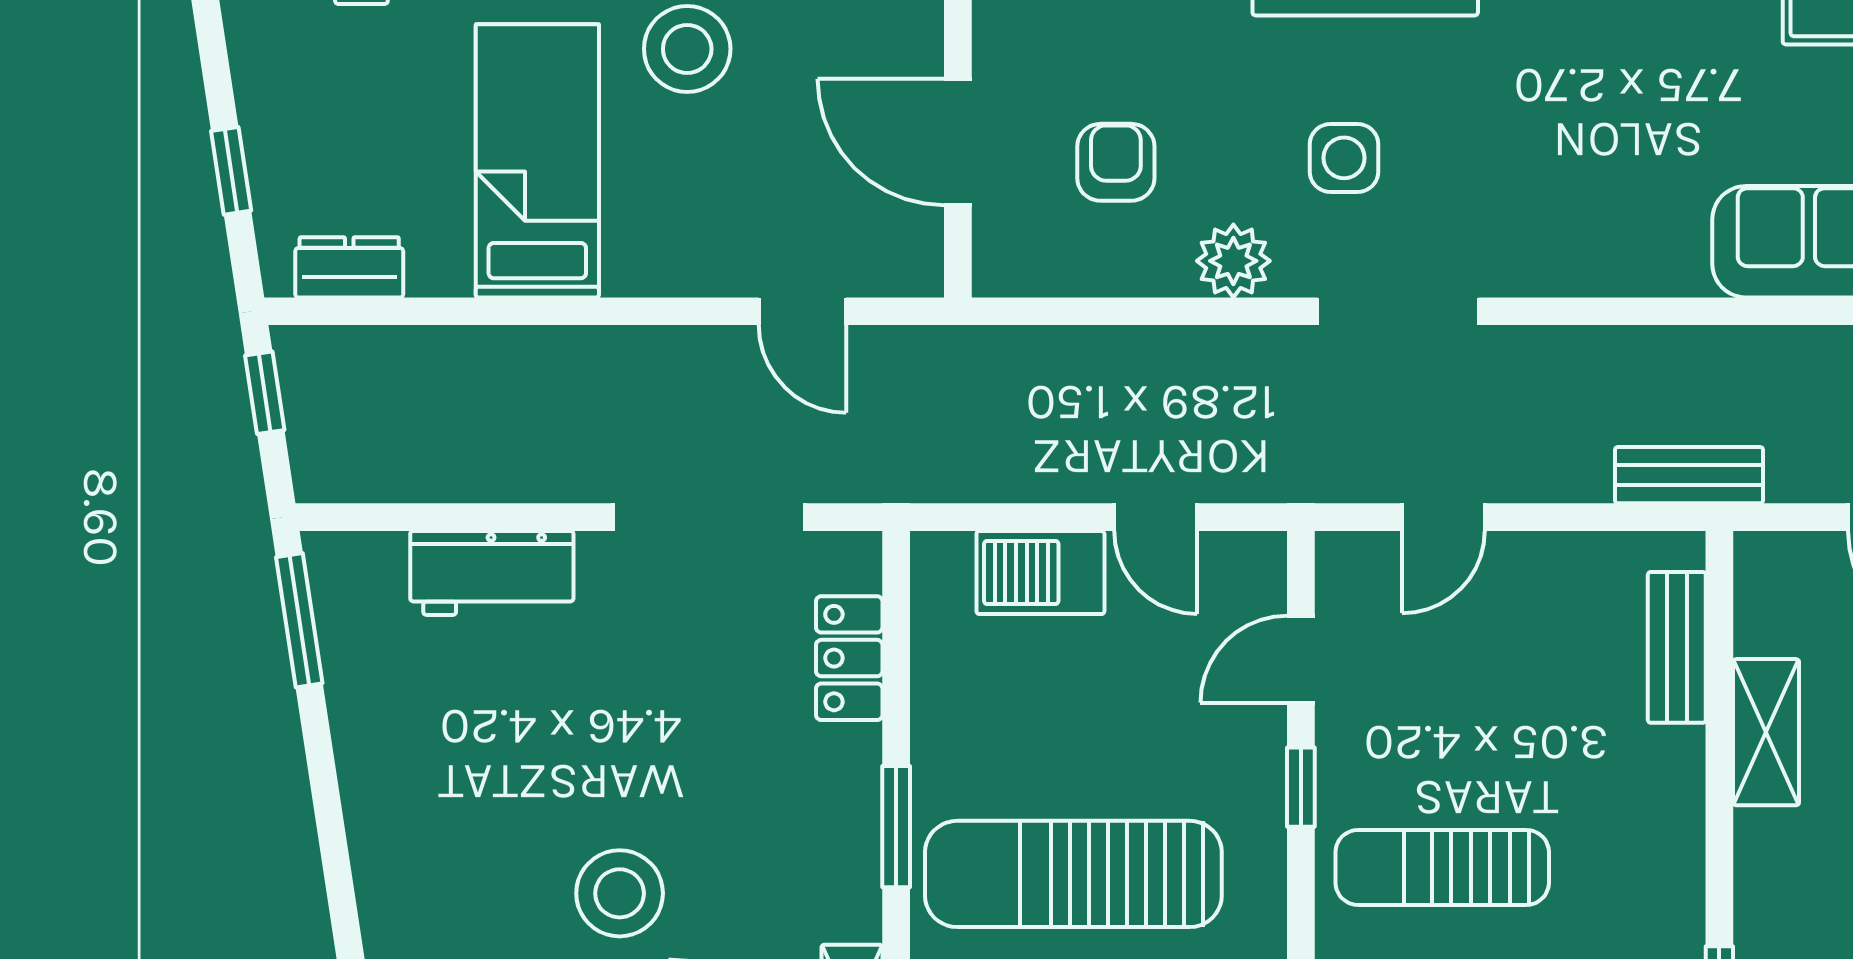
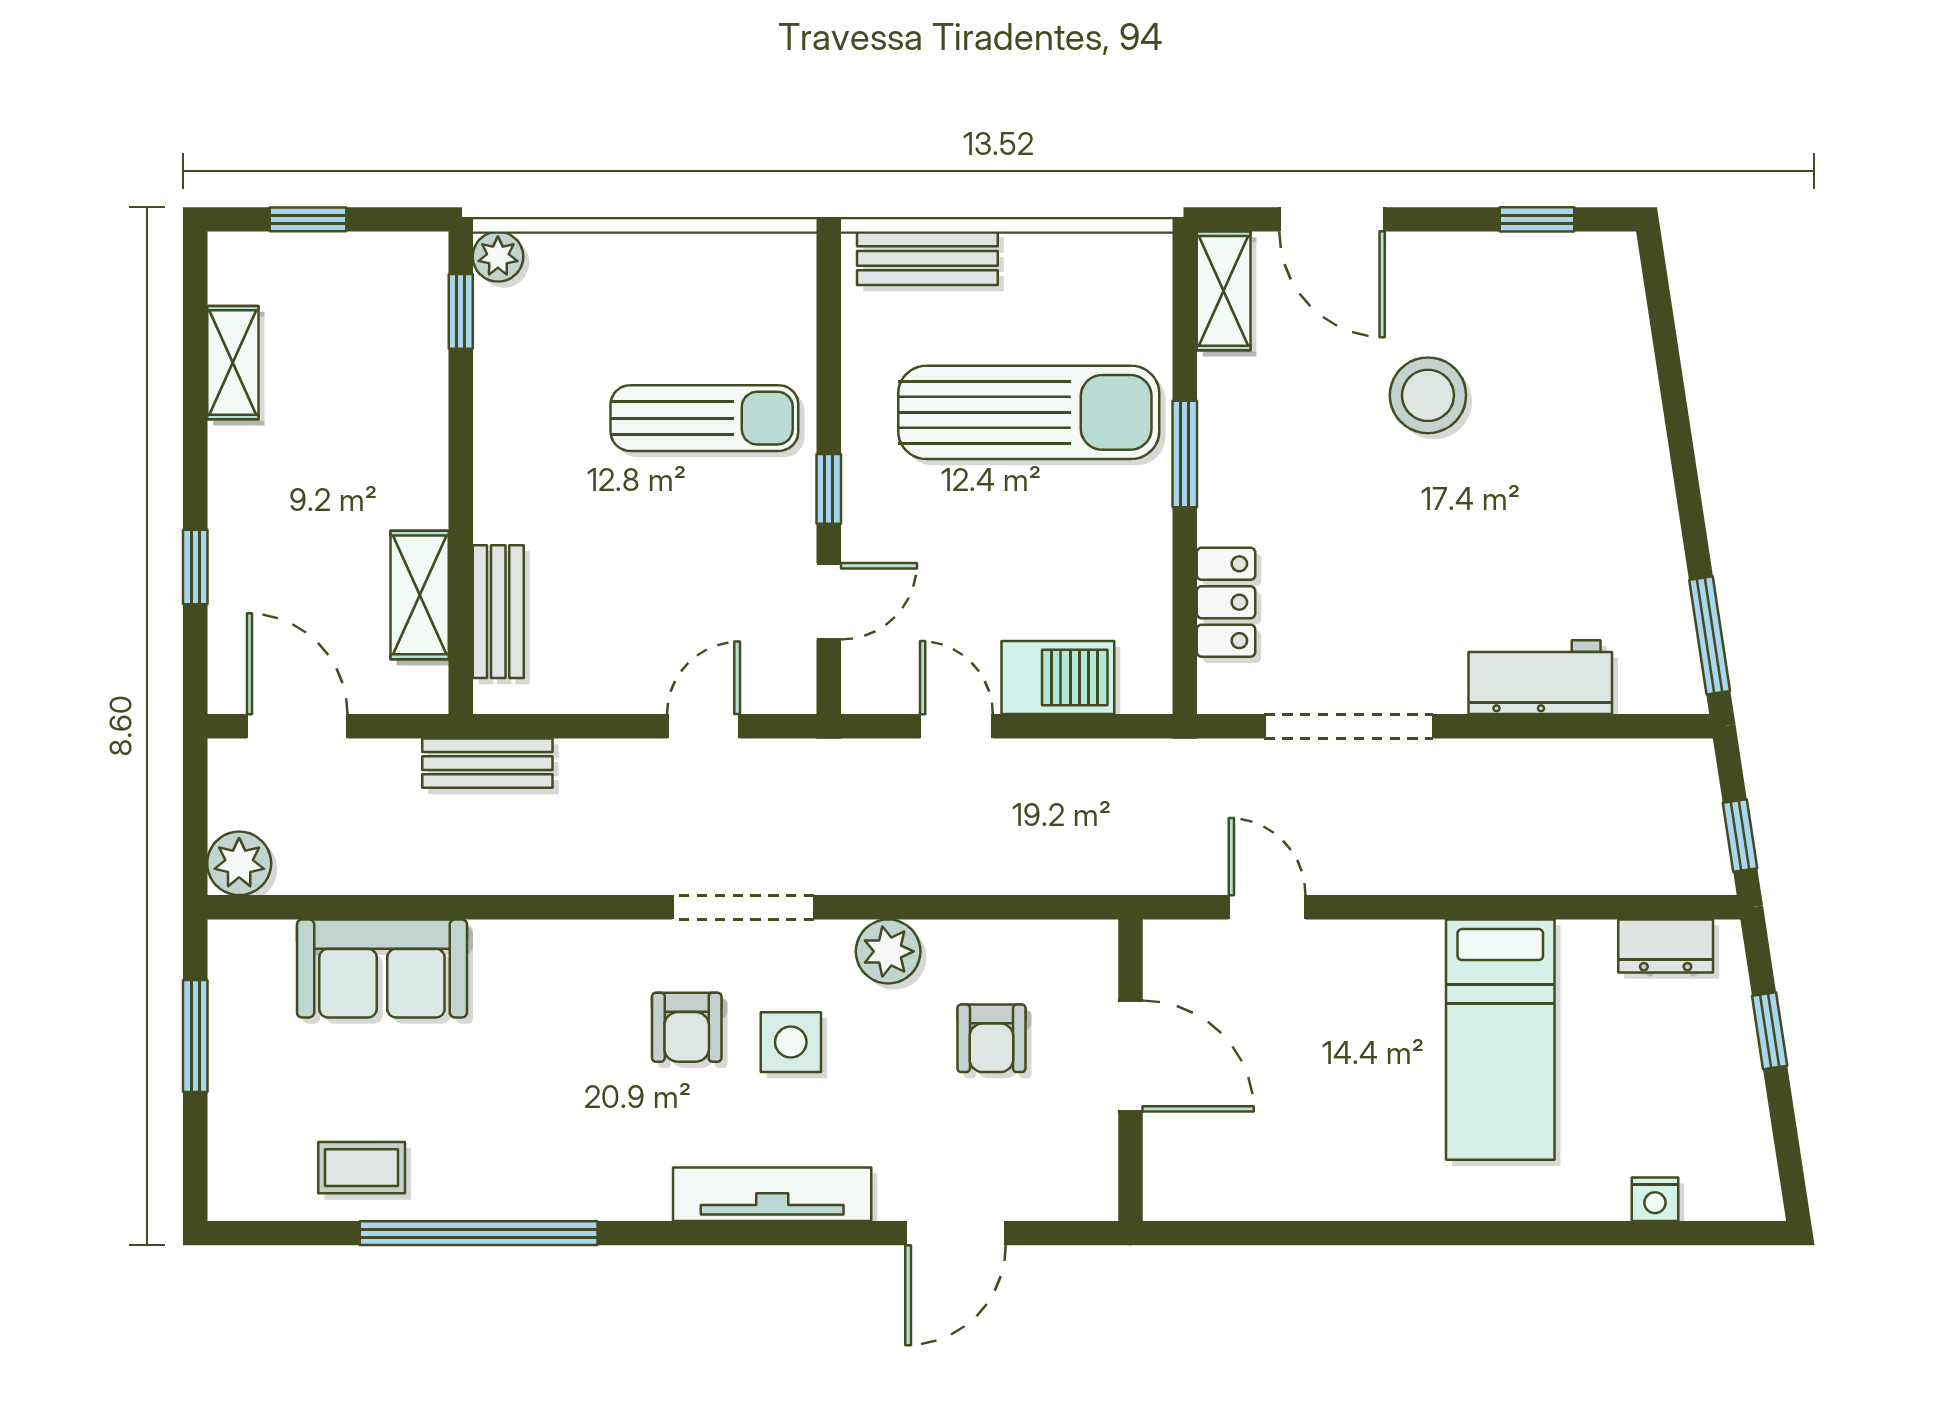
stool: (687, 49) -> (1368, 1138), removed
armchair: (1462, 175) -> (687, 1027), added
shelving: (1766, 732) -> (420, 595), moved

